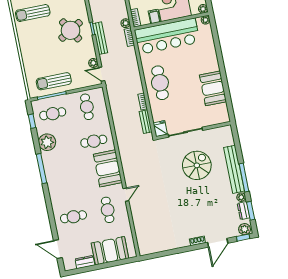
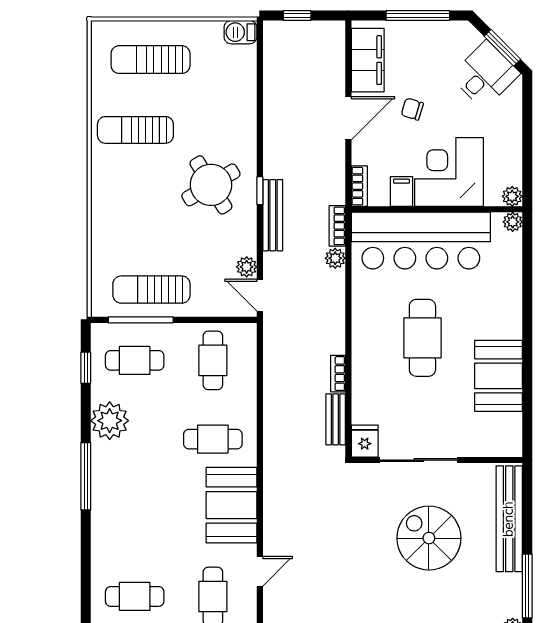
plant: (126, 23) -> (335, 258), moved
cafe table: (160, 83) -> (422, 338), moved
spiral stairs: (197, 165) -> (429, 538), turned -90
bench: (234, 169) -> (509, 519), moved

